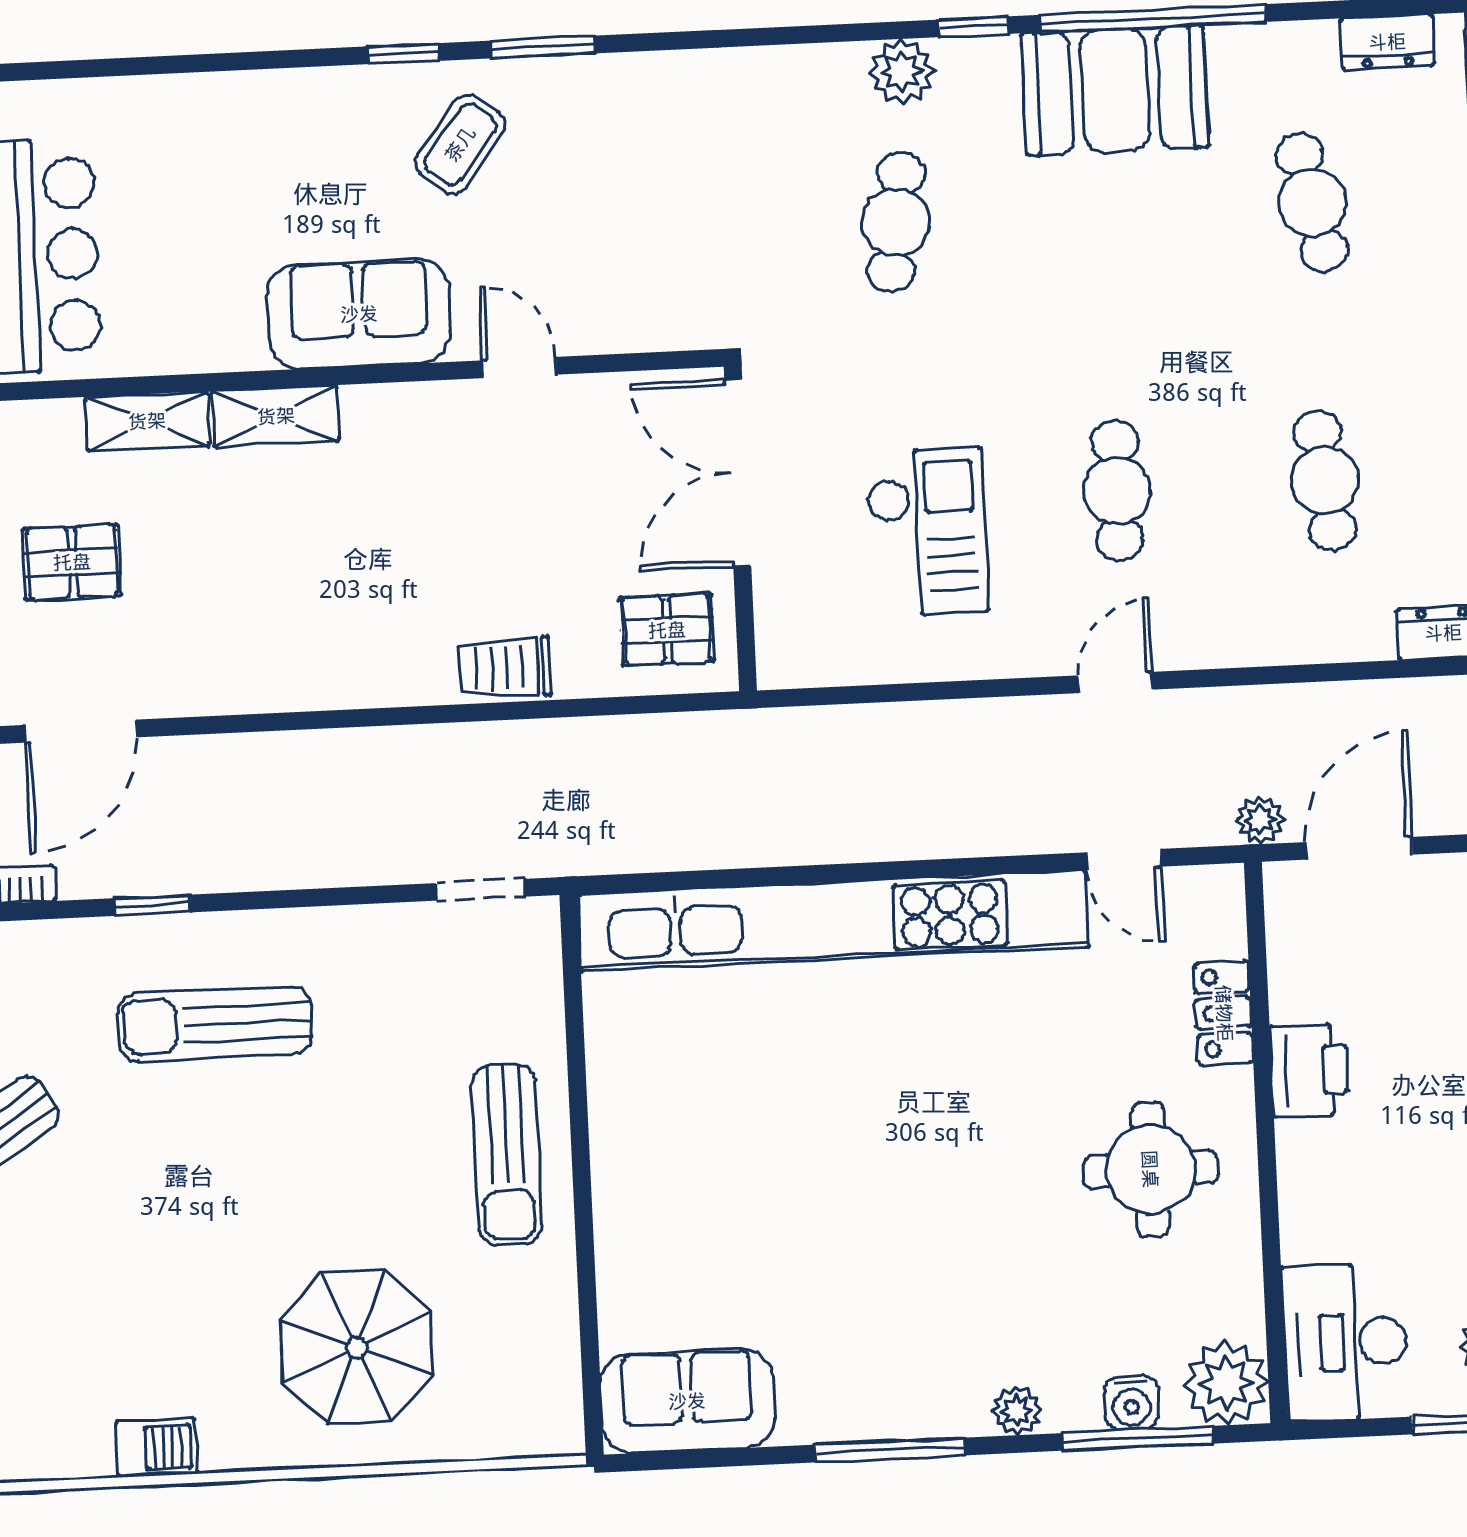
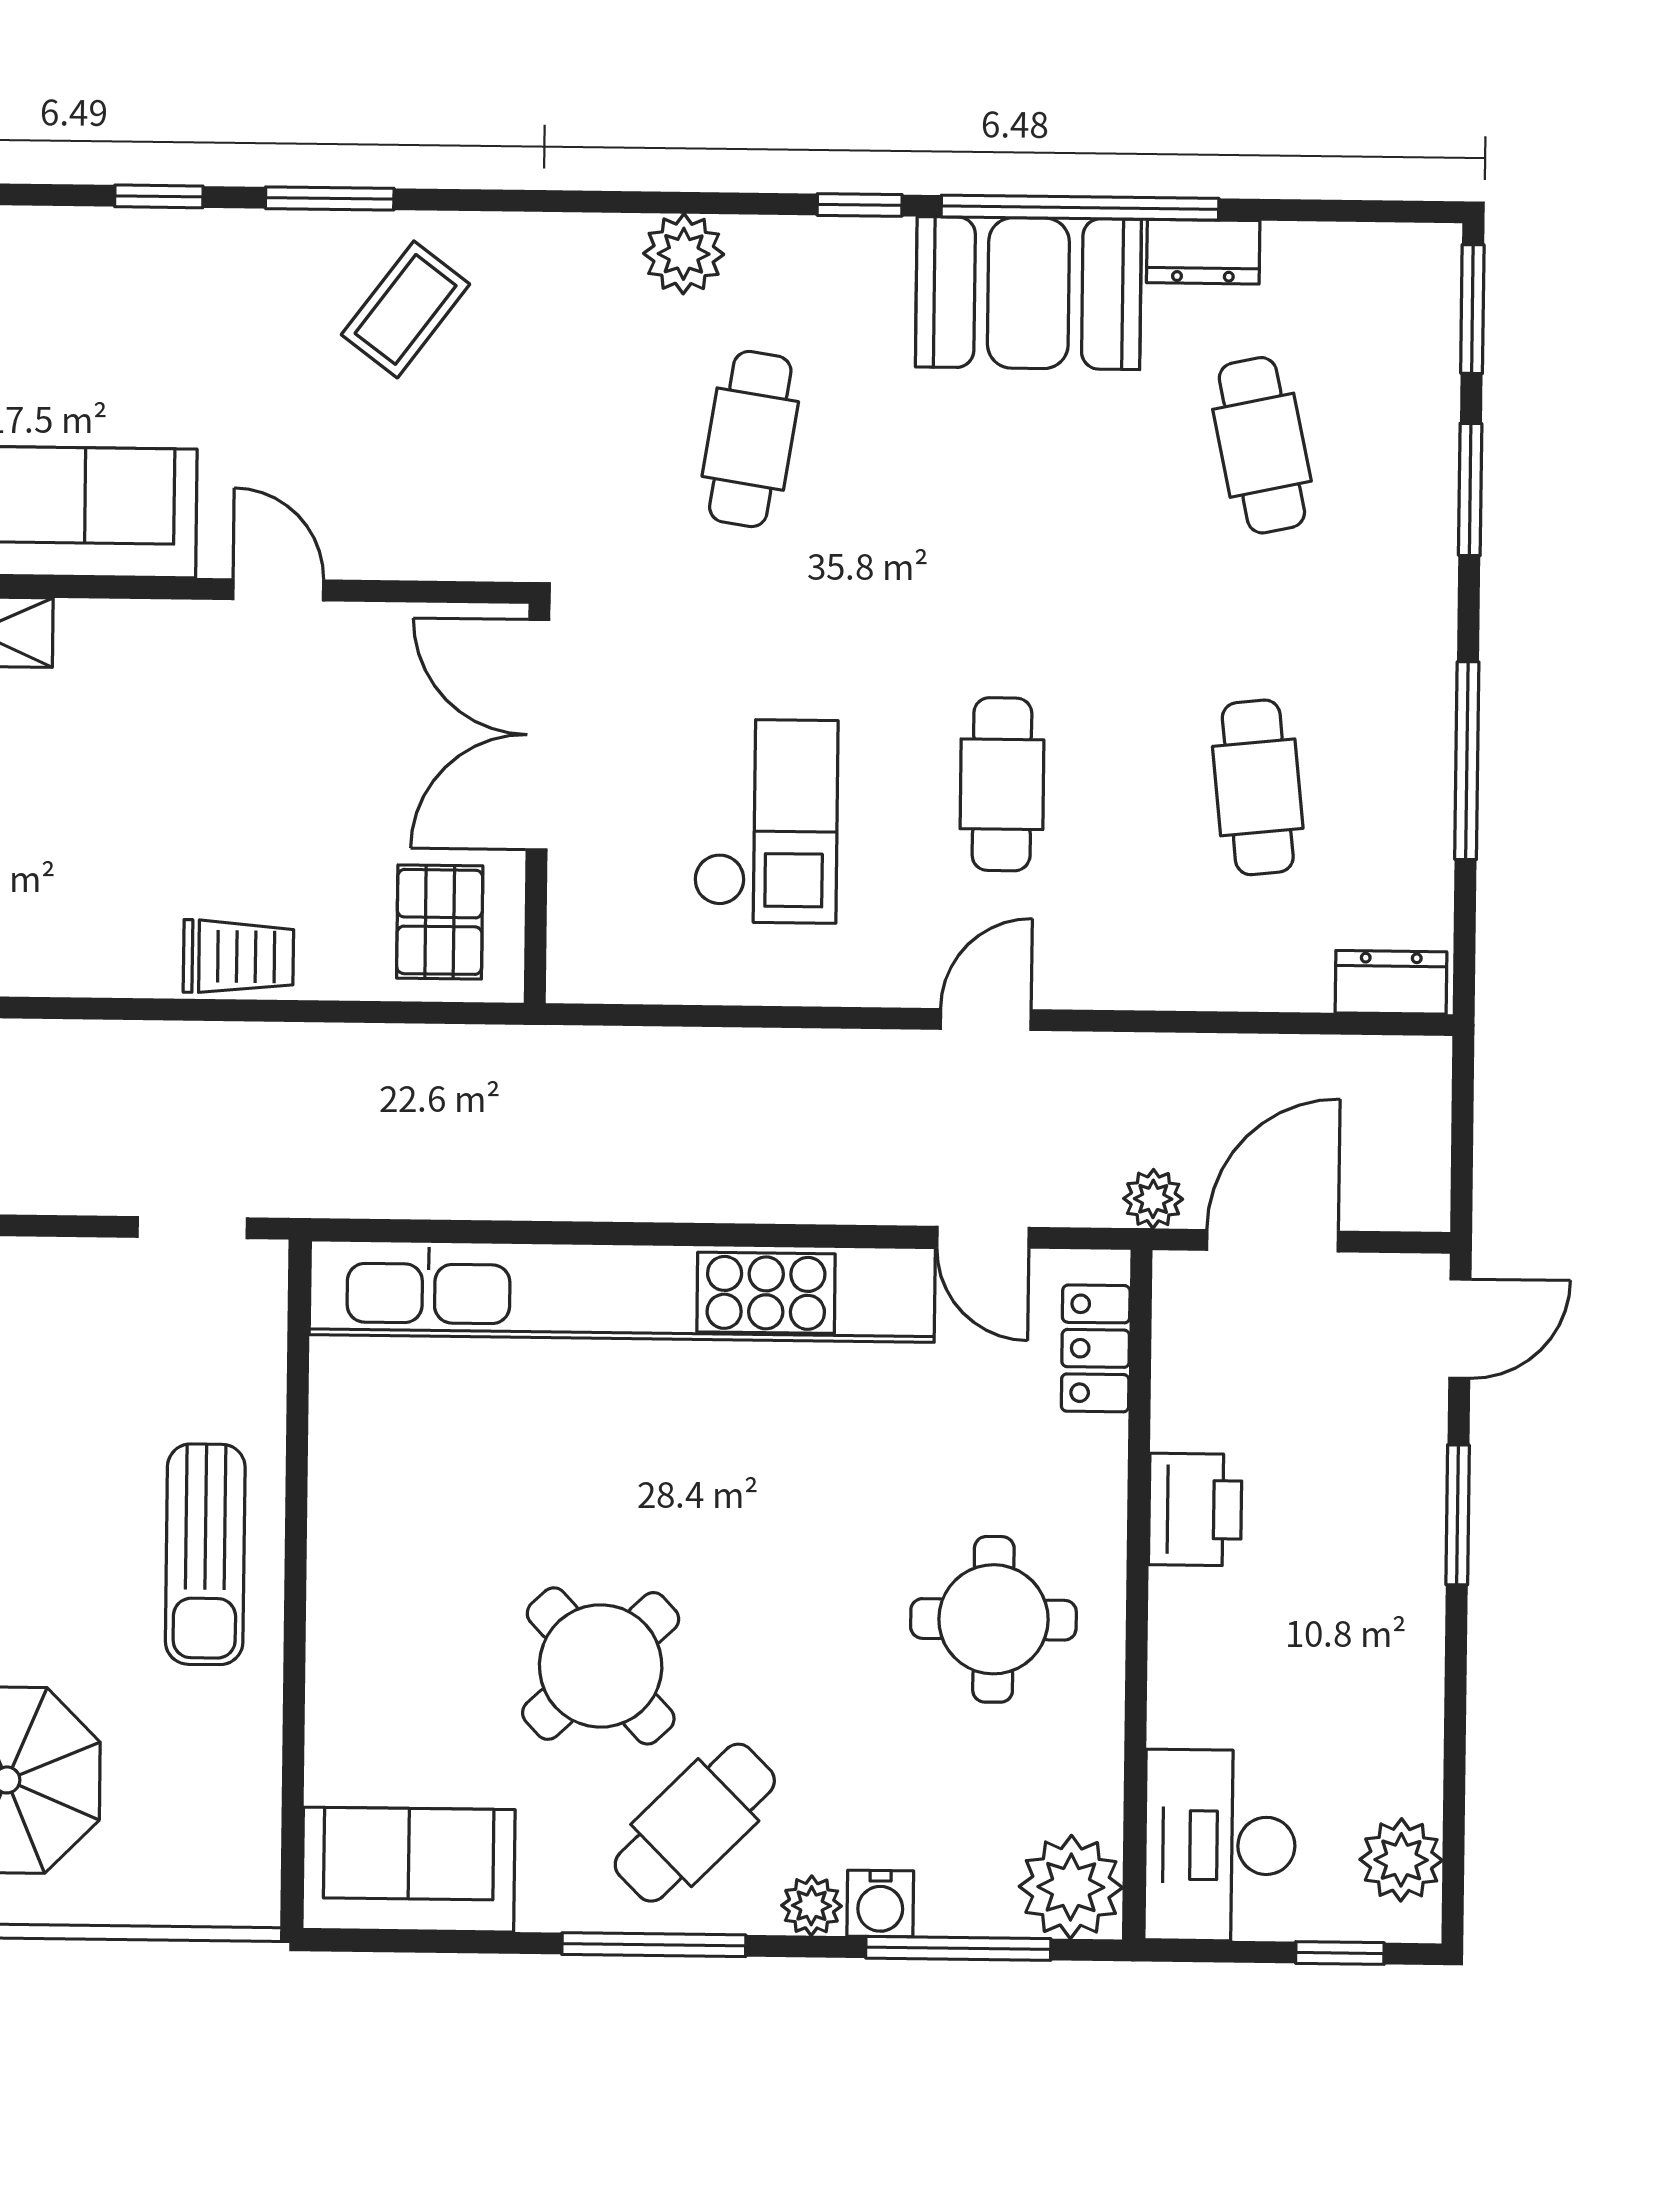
dresser: (1387, 42) -> (1203, 252), moved
plant: (902, 72) -> (684, 254), moved
coffee table: (460, 144) -> (406, 309), moved
pallet: (667, 630) -> (440, 922), turned 90
trolley: (505, 667) -> (238, 957), turned 180
locker: (1224, 1013) -> (1096, 1348), moved
round table: (834, 1226) -> (601, 1666), added
cafe table: (918, 1349) -> (695, 1823), added
water cooler: (1131, 1403) -> (880, 1904), moved

